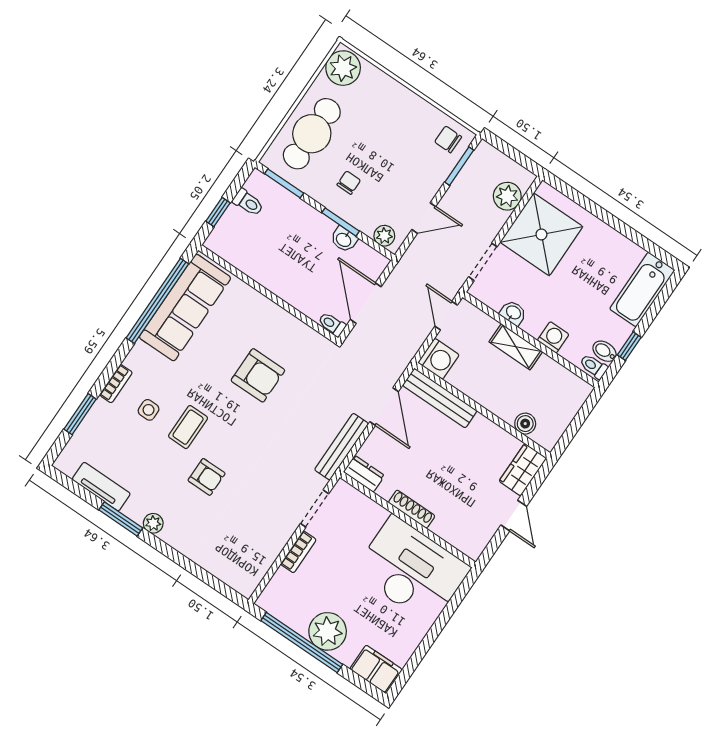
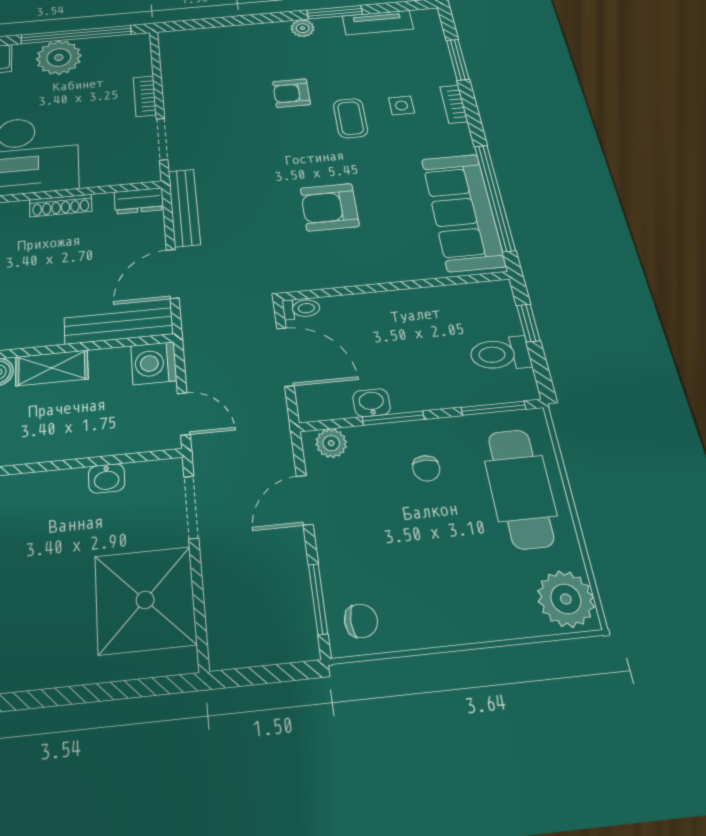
plant: (507, 196) -> (227, 612), removed
toilet: (248, 202) -> (500, 354), width x1.37, depth x1.39
washing machine: (553, 337) -> (35, 489), removed
shelving: (516, 347) -> (52, 368), moved
door: (384, 407) -> (173, 274), hinge flipped

